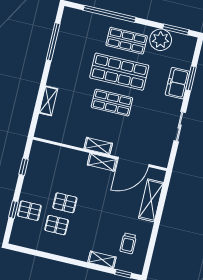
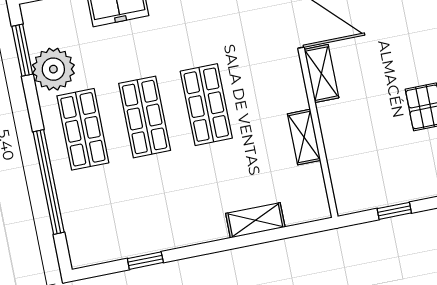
window: (53, 42) -> (145, 261), width x0.46
shop shelf: (119, 72) -> (145, 117), width x0.70, depth x0.74
shelving: (98, 146) -> (304, 137), moved

